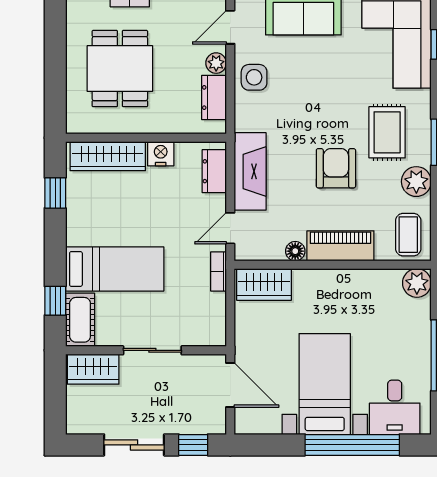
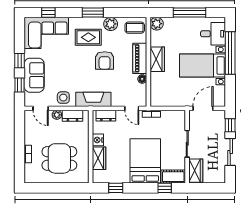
wardrobe: (108, 156) -> (99, 158), width x0.67
armchair: (336, 168) -> (105, 60), turned -90
fireplace: (250, 171) -> (93, 99), moved
bed: (115, 269) -> (145, 161), width x1.50
wardrobe: (264, 284) -> (157, 59), moved

